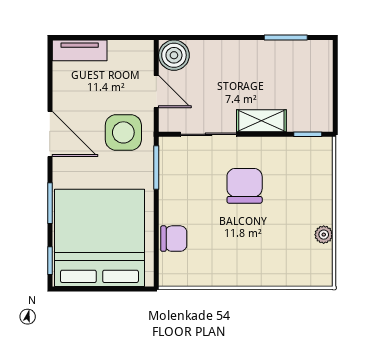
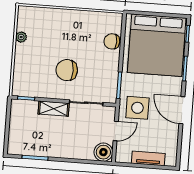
tv unit: (80, 50) -> (148, 158), moved
door: (156, 92) -> (116, 131), swing flipped
chair: (245, 186) -> (67, 70), turned 90

